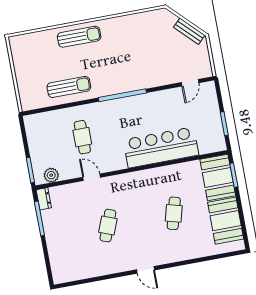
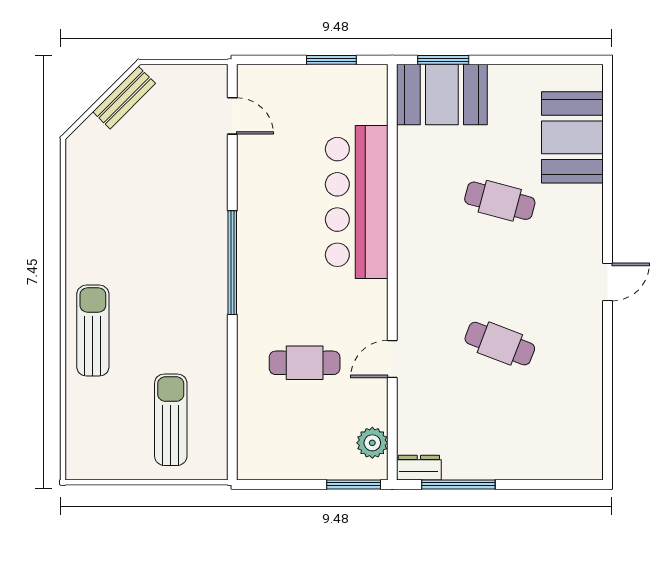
sun lounger: (69, 87) -> (171, 420), moved
booth: (226, 221) -> (572, 137), moved, turned 90

